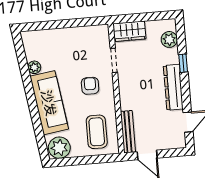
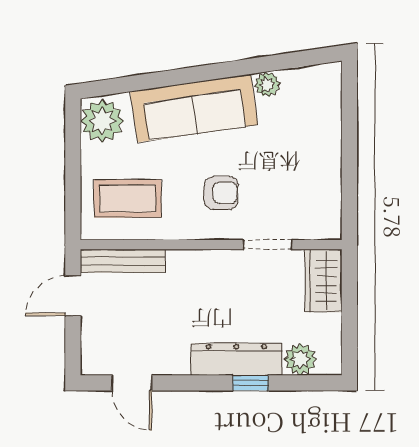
dresser: (173, 87) -> (236, 359), moved

